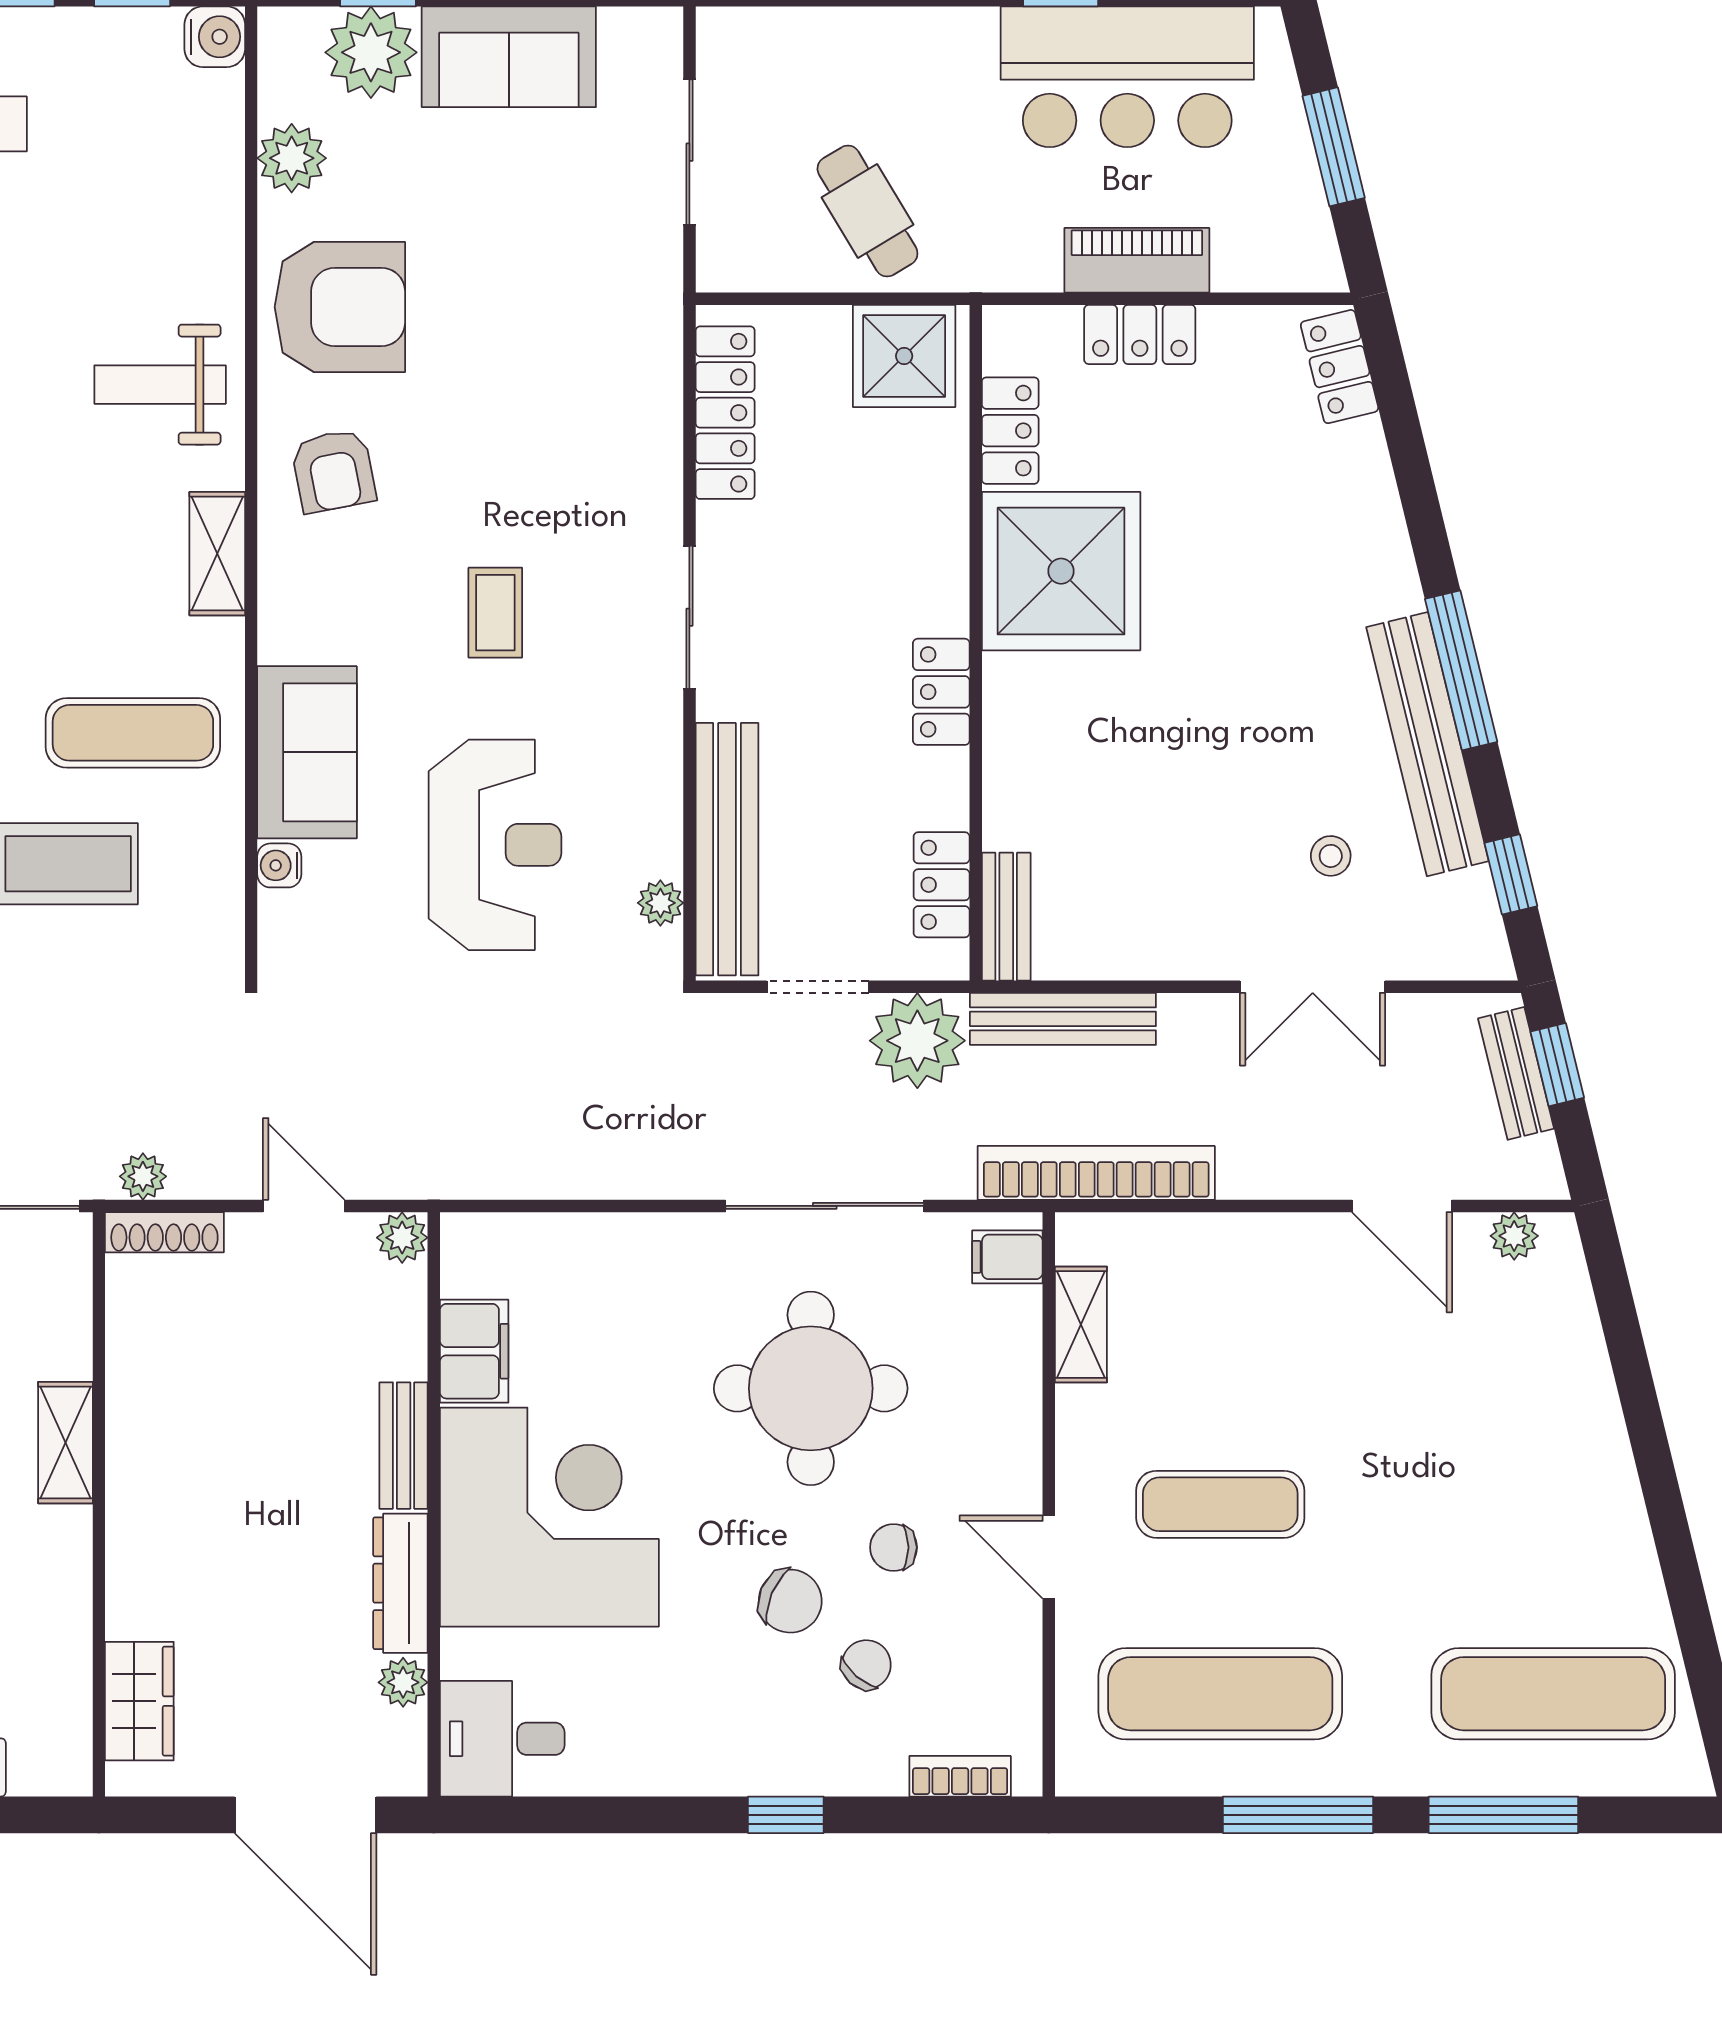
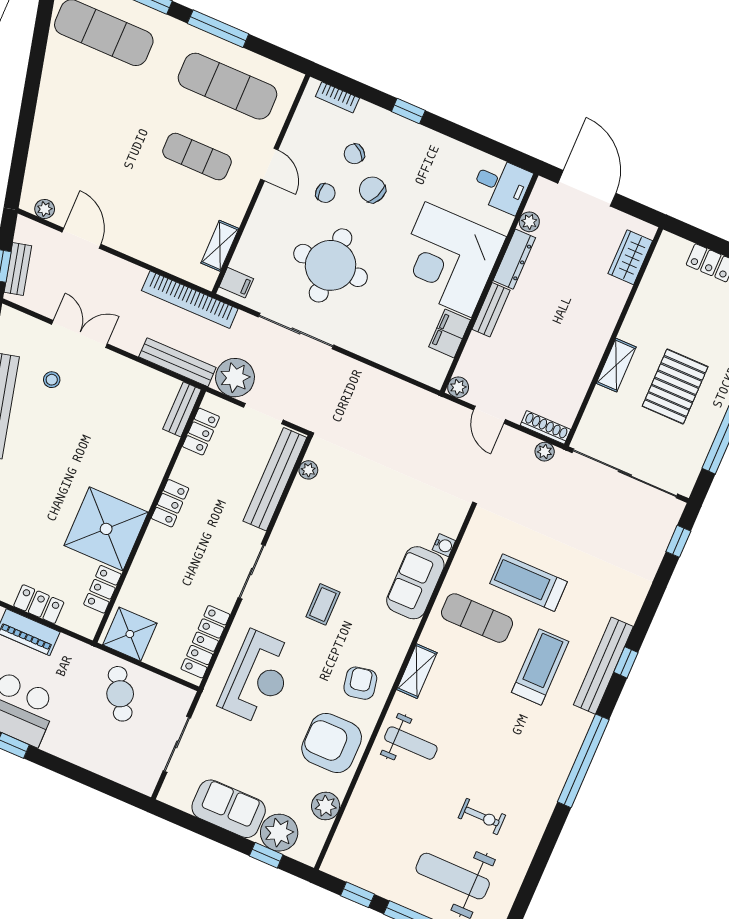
water cooler: (215, 37) -> (335, 864), removed
reception desk: (495, 845) -> (258, 677), moved, turned 180

